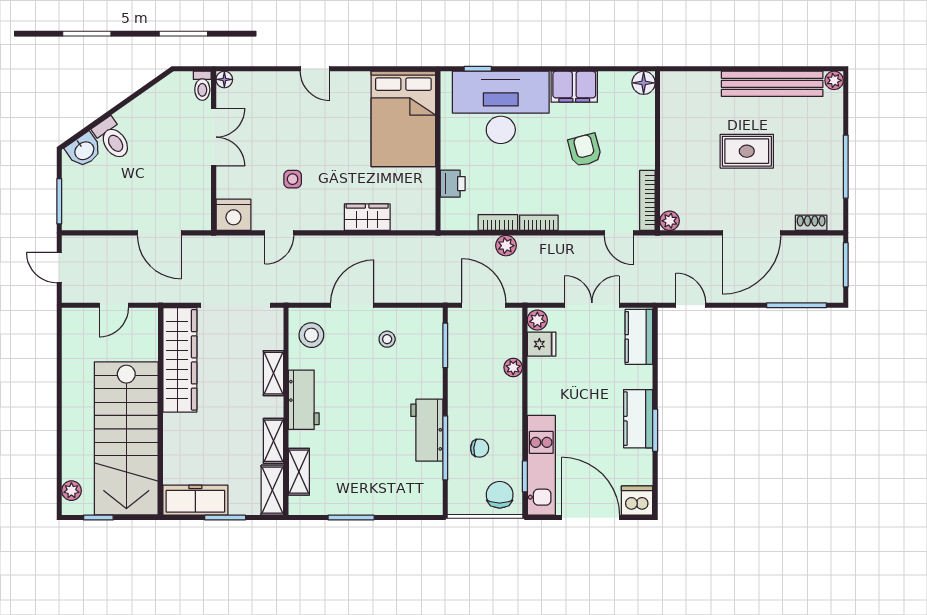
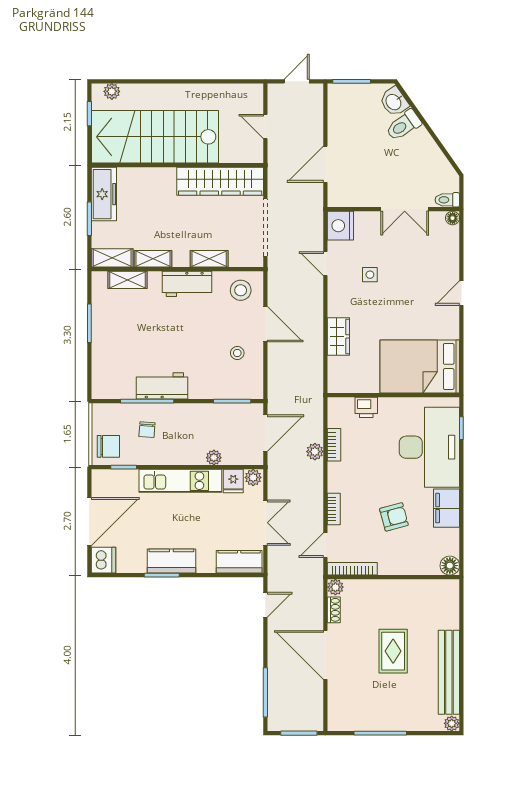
bookcase: (539, 223) -> (334, 509), moved
shoe rack: (811, 223) -> (334, 610), moved
kitchen unit: (541, 465) -> (180, 481), moved

